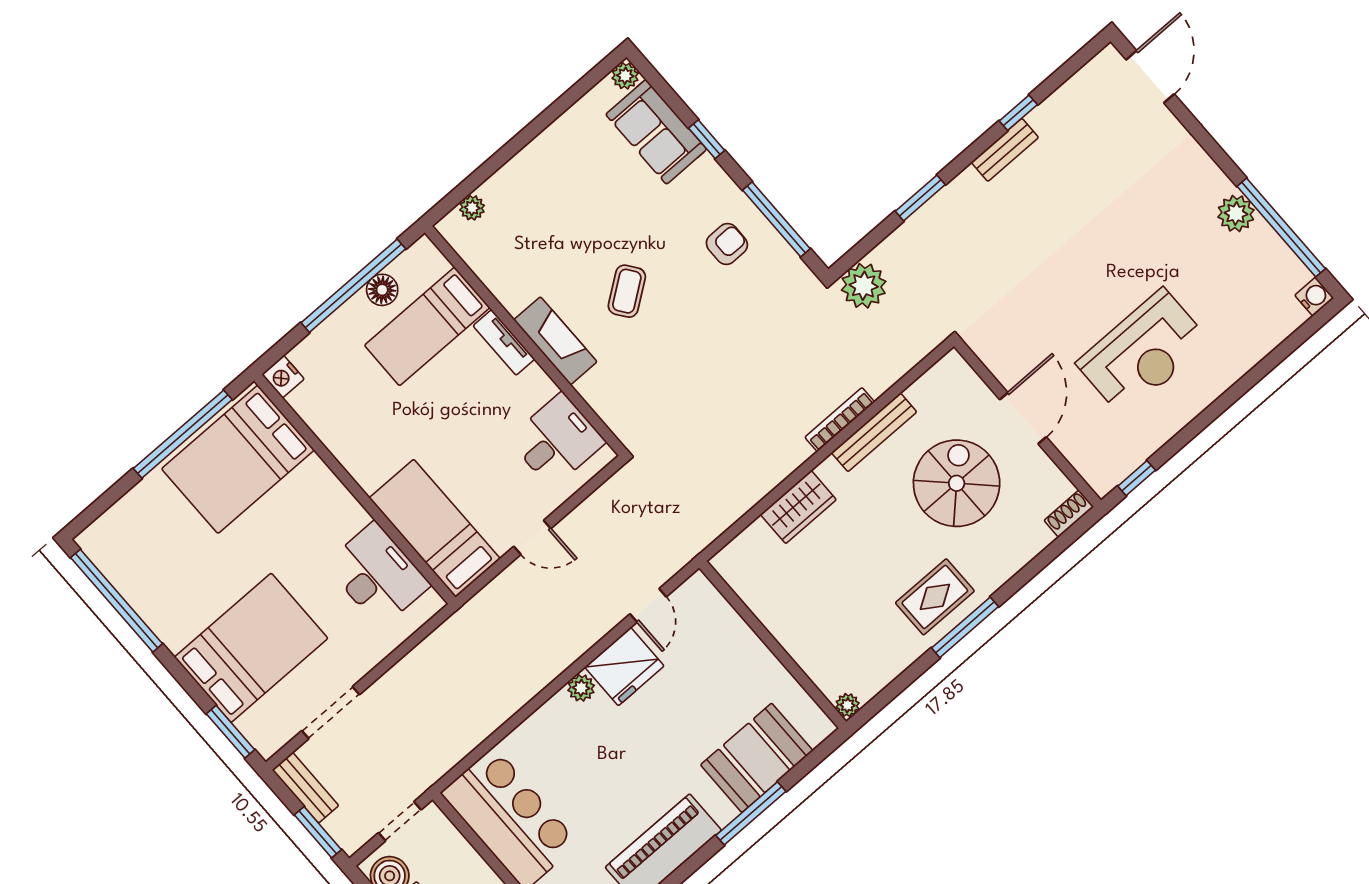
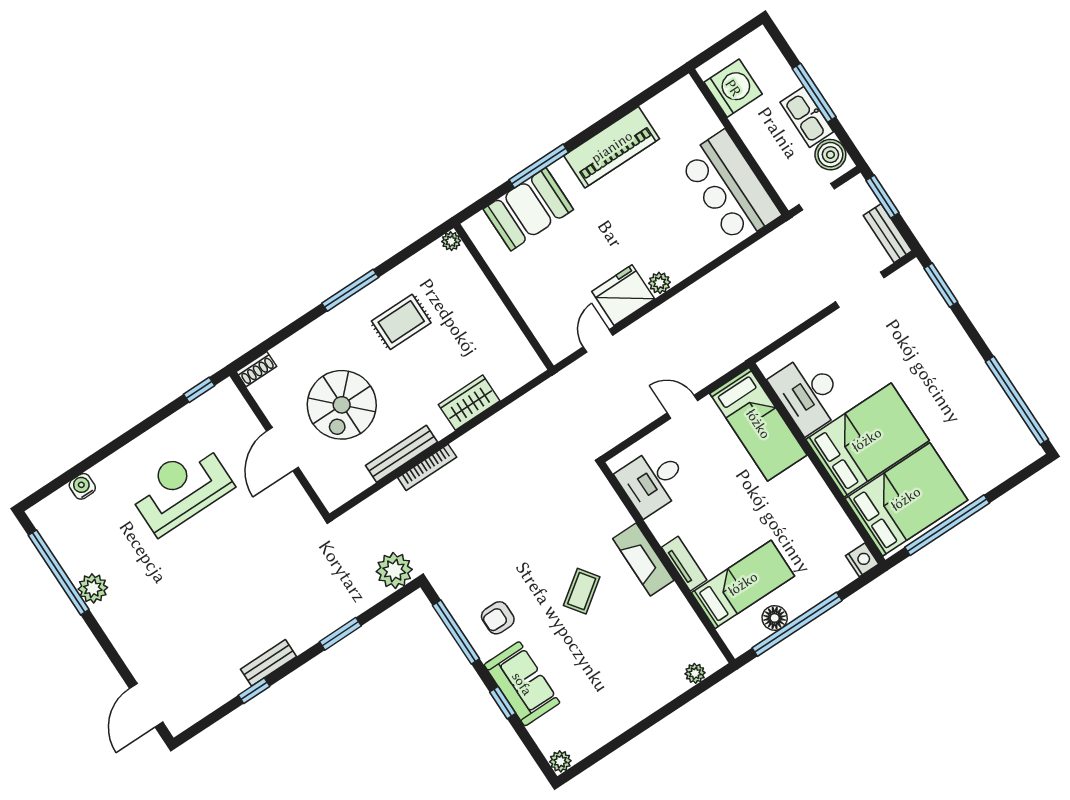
sofa: (656, 132) -> (522, 684), moved
water cooler: (1314, 297) -> (82, 486), moved, turned 90
rug: (935, 597) -> (401, 322), moved
bed: (251, 648) -> (867, 440), moved, turned 180

